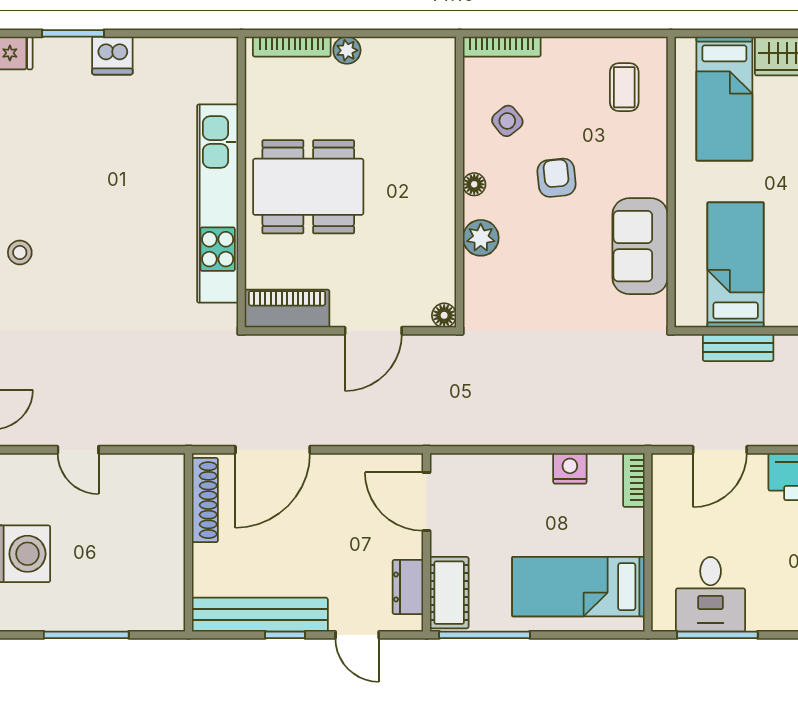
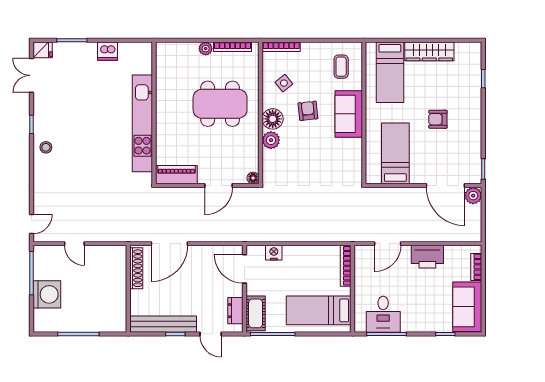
bookcase: (292, 47) -> (233, 47), moved
dishwasher: (112, 56) -> (108, 51), moved
floor lamp: (474, 184) -> (273, 119), width x1.89, depth x1.89
dining table: (308, 187) -> (220, 104), moved
sofa: (640, 246) -> (349, 114), moved
bench: (738, 348) -> (397, 194), removed
nightstand: (570, 468) -> (274, 253), moved
bookcase: (634, 480) -> (346, 266), width x1.56

